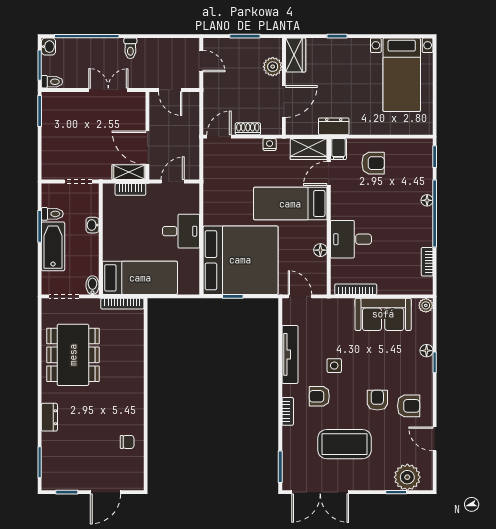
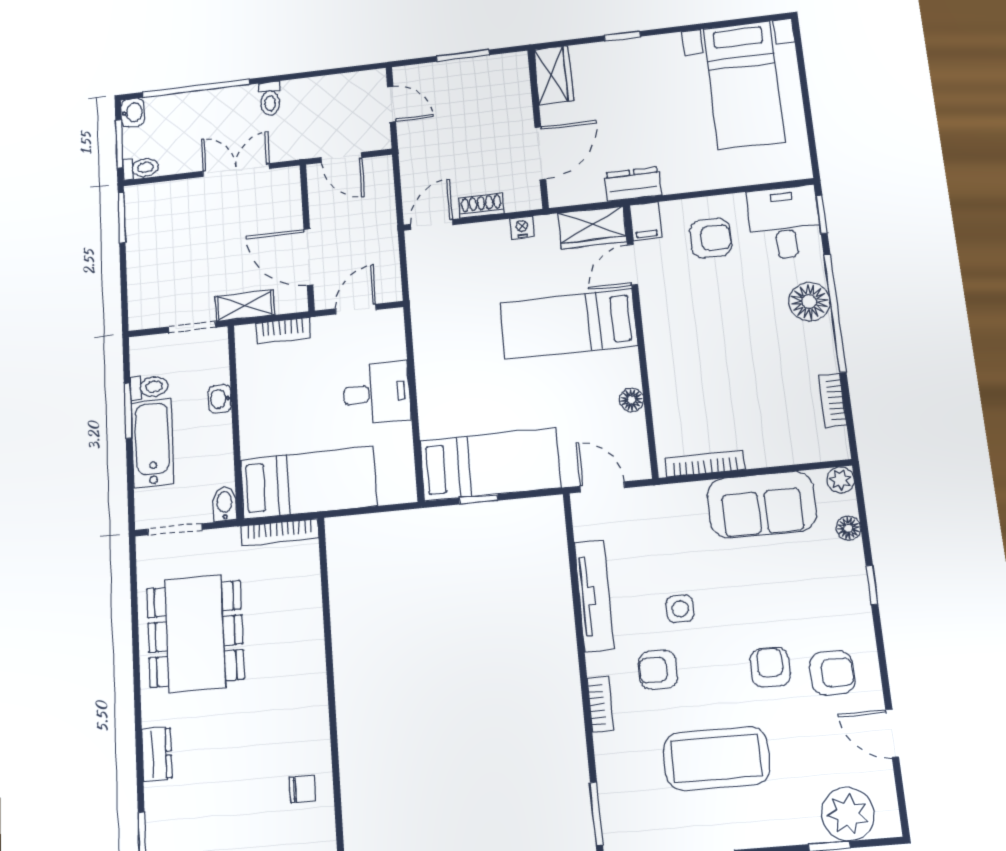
plant: (273, 67) -> (515, 99), removed
shelving: (129, 172) -> (245, 306), moved
floor lamp: (427, 200) -> (809, 302), width x1.89, depth x1.89
desk: (351, 239) -> (784, 223), moved, turned 90
bed: (240, 260) -> (490, 464), width x0.49
floor lamp: (427, 351) -> (848, 528), moved

